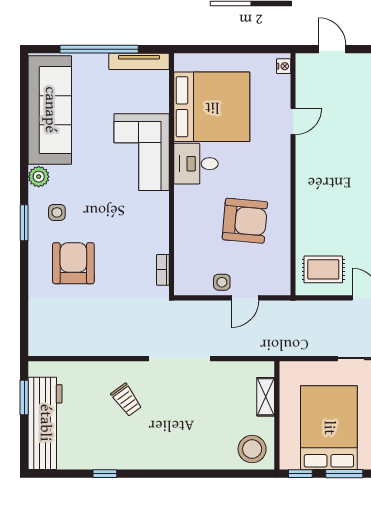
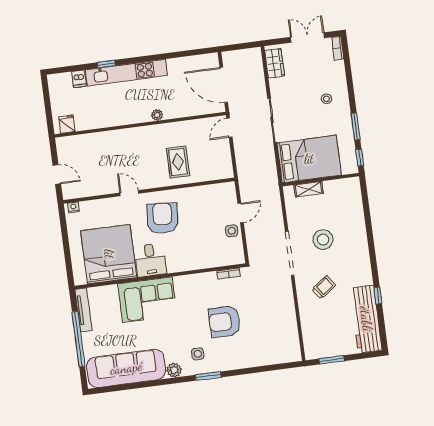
door: (332, 49) -> (57, 175), swing flipped
door: (293, 121) -> (129, 193), moved
armchair: (245, 221) -> (162, 218), moved
armchair: (73, 263) -> (224, 322), moved
rug: (323, 269) -> (178, 162), moved
door: (245, 298) -> (241, 213), hinge flipped
workbench: (45, 423) -> (366, 319), moved, turned -90
bed: (329, 428) -> (309, 159), moved, turned 180
stool: (252, 449) -> (323, 240), moved

